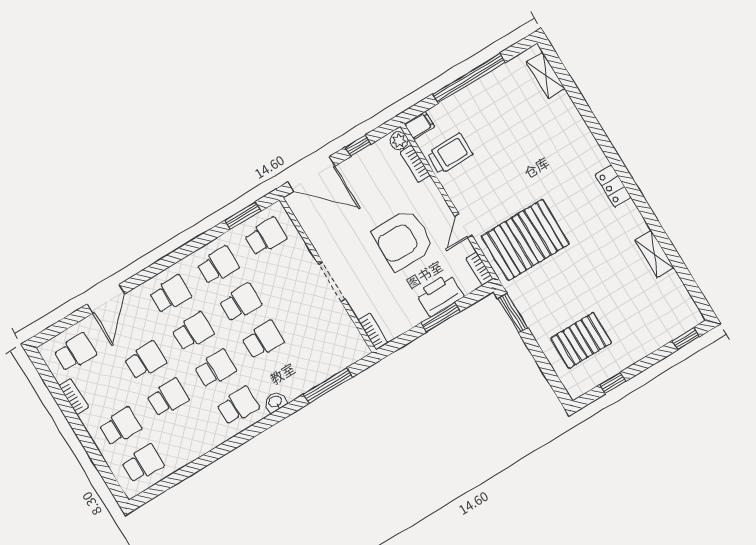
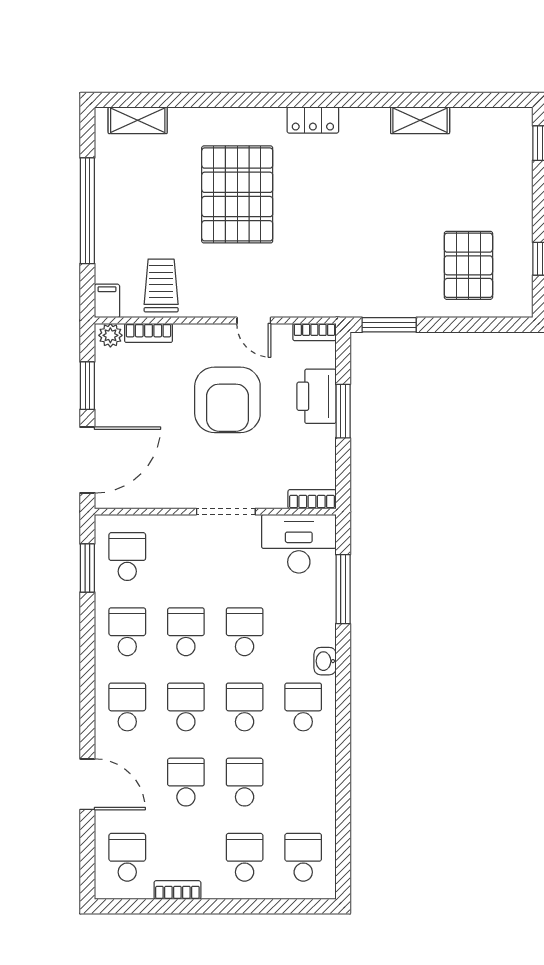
window: (358, 146) -> (87, 386), width x1.50
pallet: (525, 240) -> (237, 194), moved
desk: (340, 340) -> (299, 544), added

